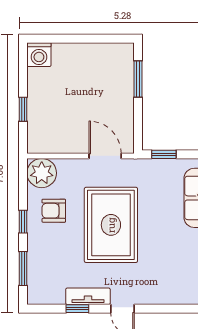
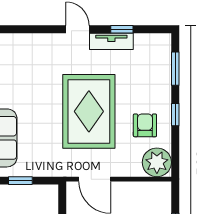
window: (164, 154) -> (20, 181), moved
armchair: (54, 211) -> (145, 125), turned -90

